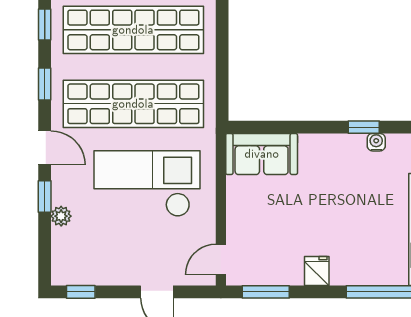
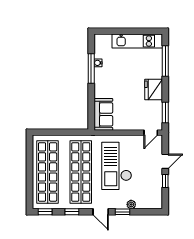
window: (364, 127) -> (91, 68), width x2.17
door: (45, 148) -> (101, 212), swing flipped
door: (221, 259) -> (151, 133), hinge flipped
fridge: (317, 271) -> (154, 90), width x1.88, depth x1.34
window: (81, 292) -> (165, 181), moved

